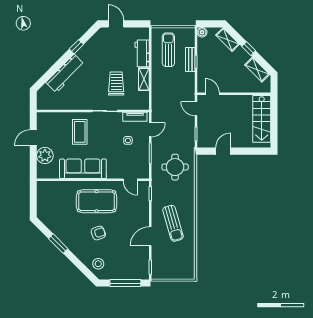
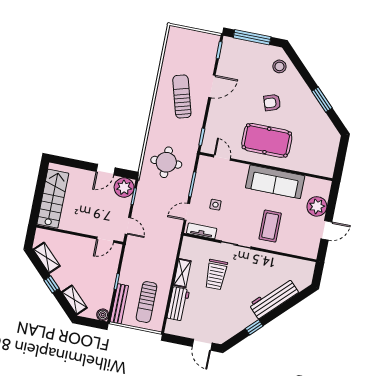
bench: (190, 59) -> (119, 304), moved, width x1.36
door: (212, 94) -> (105, 240), hinge flipped
plant: (205, 140) -> (124, 187), added

